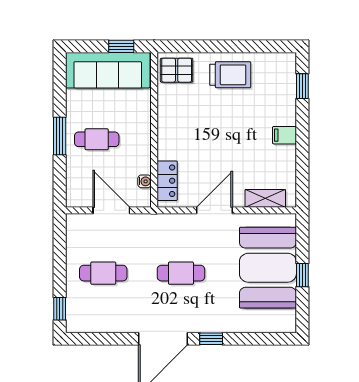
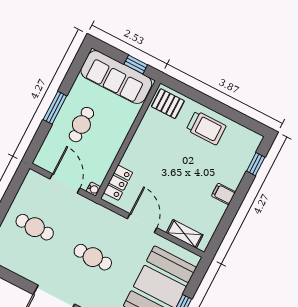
cafe table: (97, 139) -> (81, 125), turned 90
water cooler: (145, 181) -> (93, 189), moved
door: (215, 210) -> (142, 223), hinge flipped

